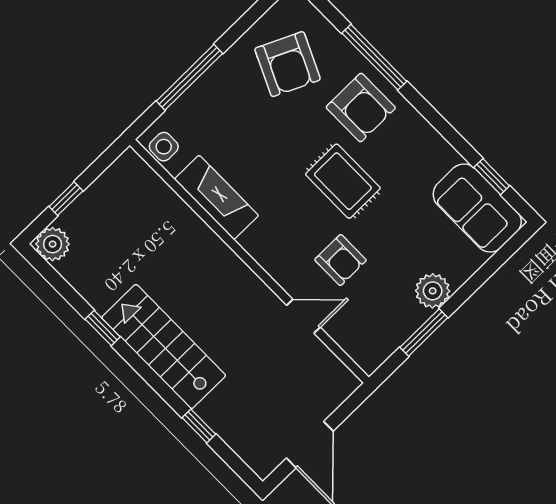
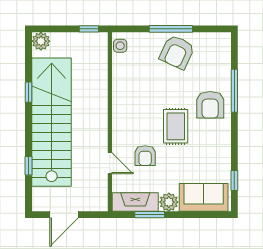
armchair: (288, 64) -> (177, 52), moved
window: (189, 77) -> (171, 29), moved
fireplace: (216, 197) -> (135, 202), moved, turned -90
window: (66, 199) -> (89, 29), moved
sofa: (477, 208) -> (204, 197), moved, turned 90
stairs: (164, 347) -> (52, 122), width x1.86, depth x1.51

